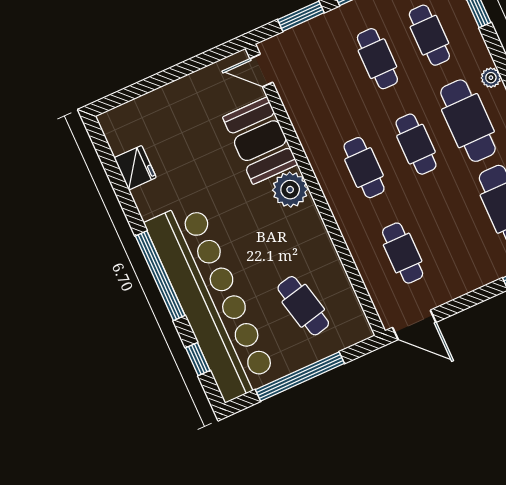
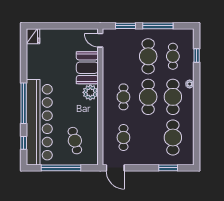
cafe table: (377, 59) -> (148, 56), width x1.37, depth x1.35
cafe table: (416, 144) -> (148, 97), width x1.37, depth x1.35
fridge: (135, 168) -> (33, 36), moved

